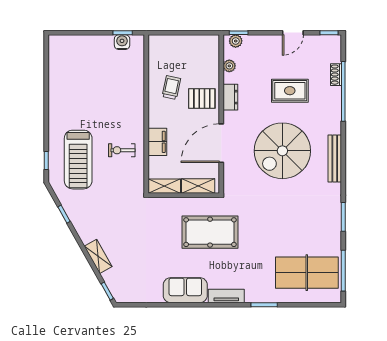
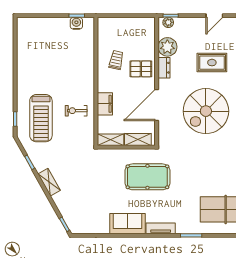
plant: (229, 66) -> (167, 47), width x1.88, depth x1.88
shelving: (98, 256) -> (49, 182), moved

